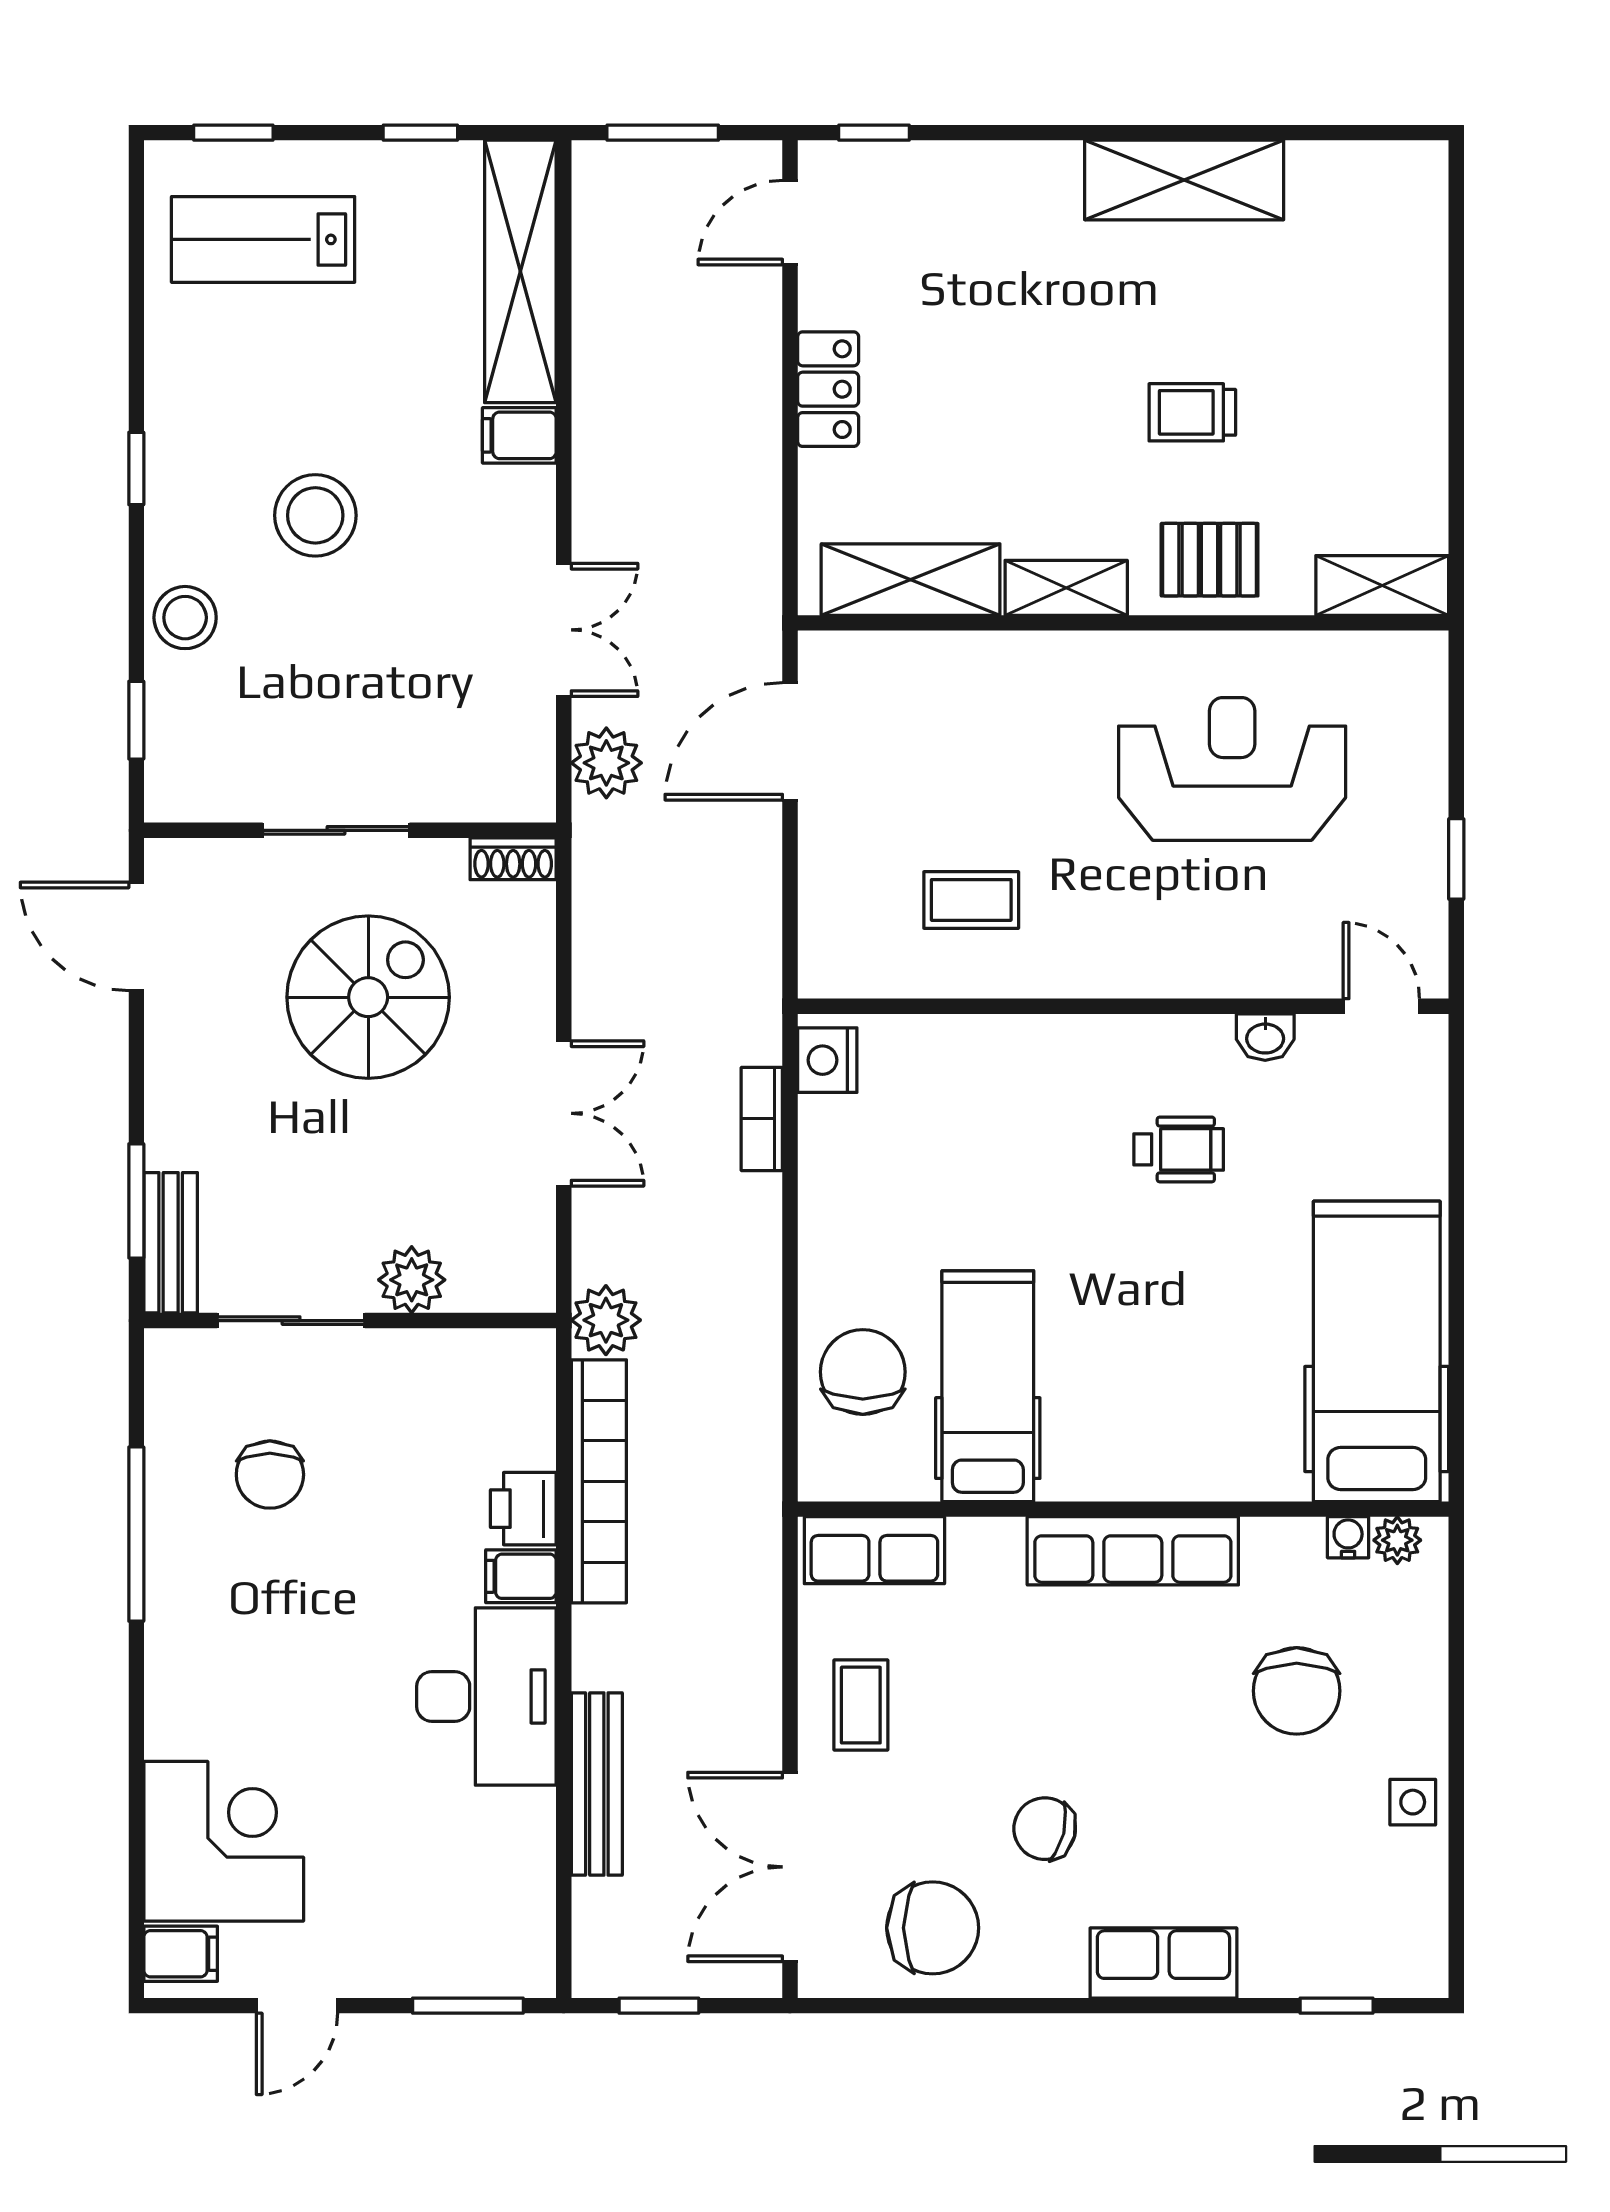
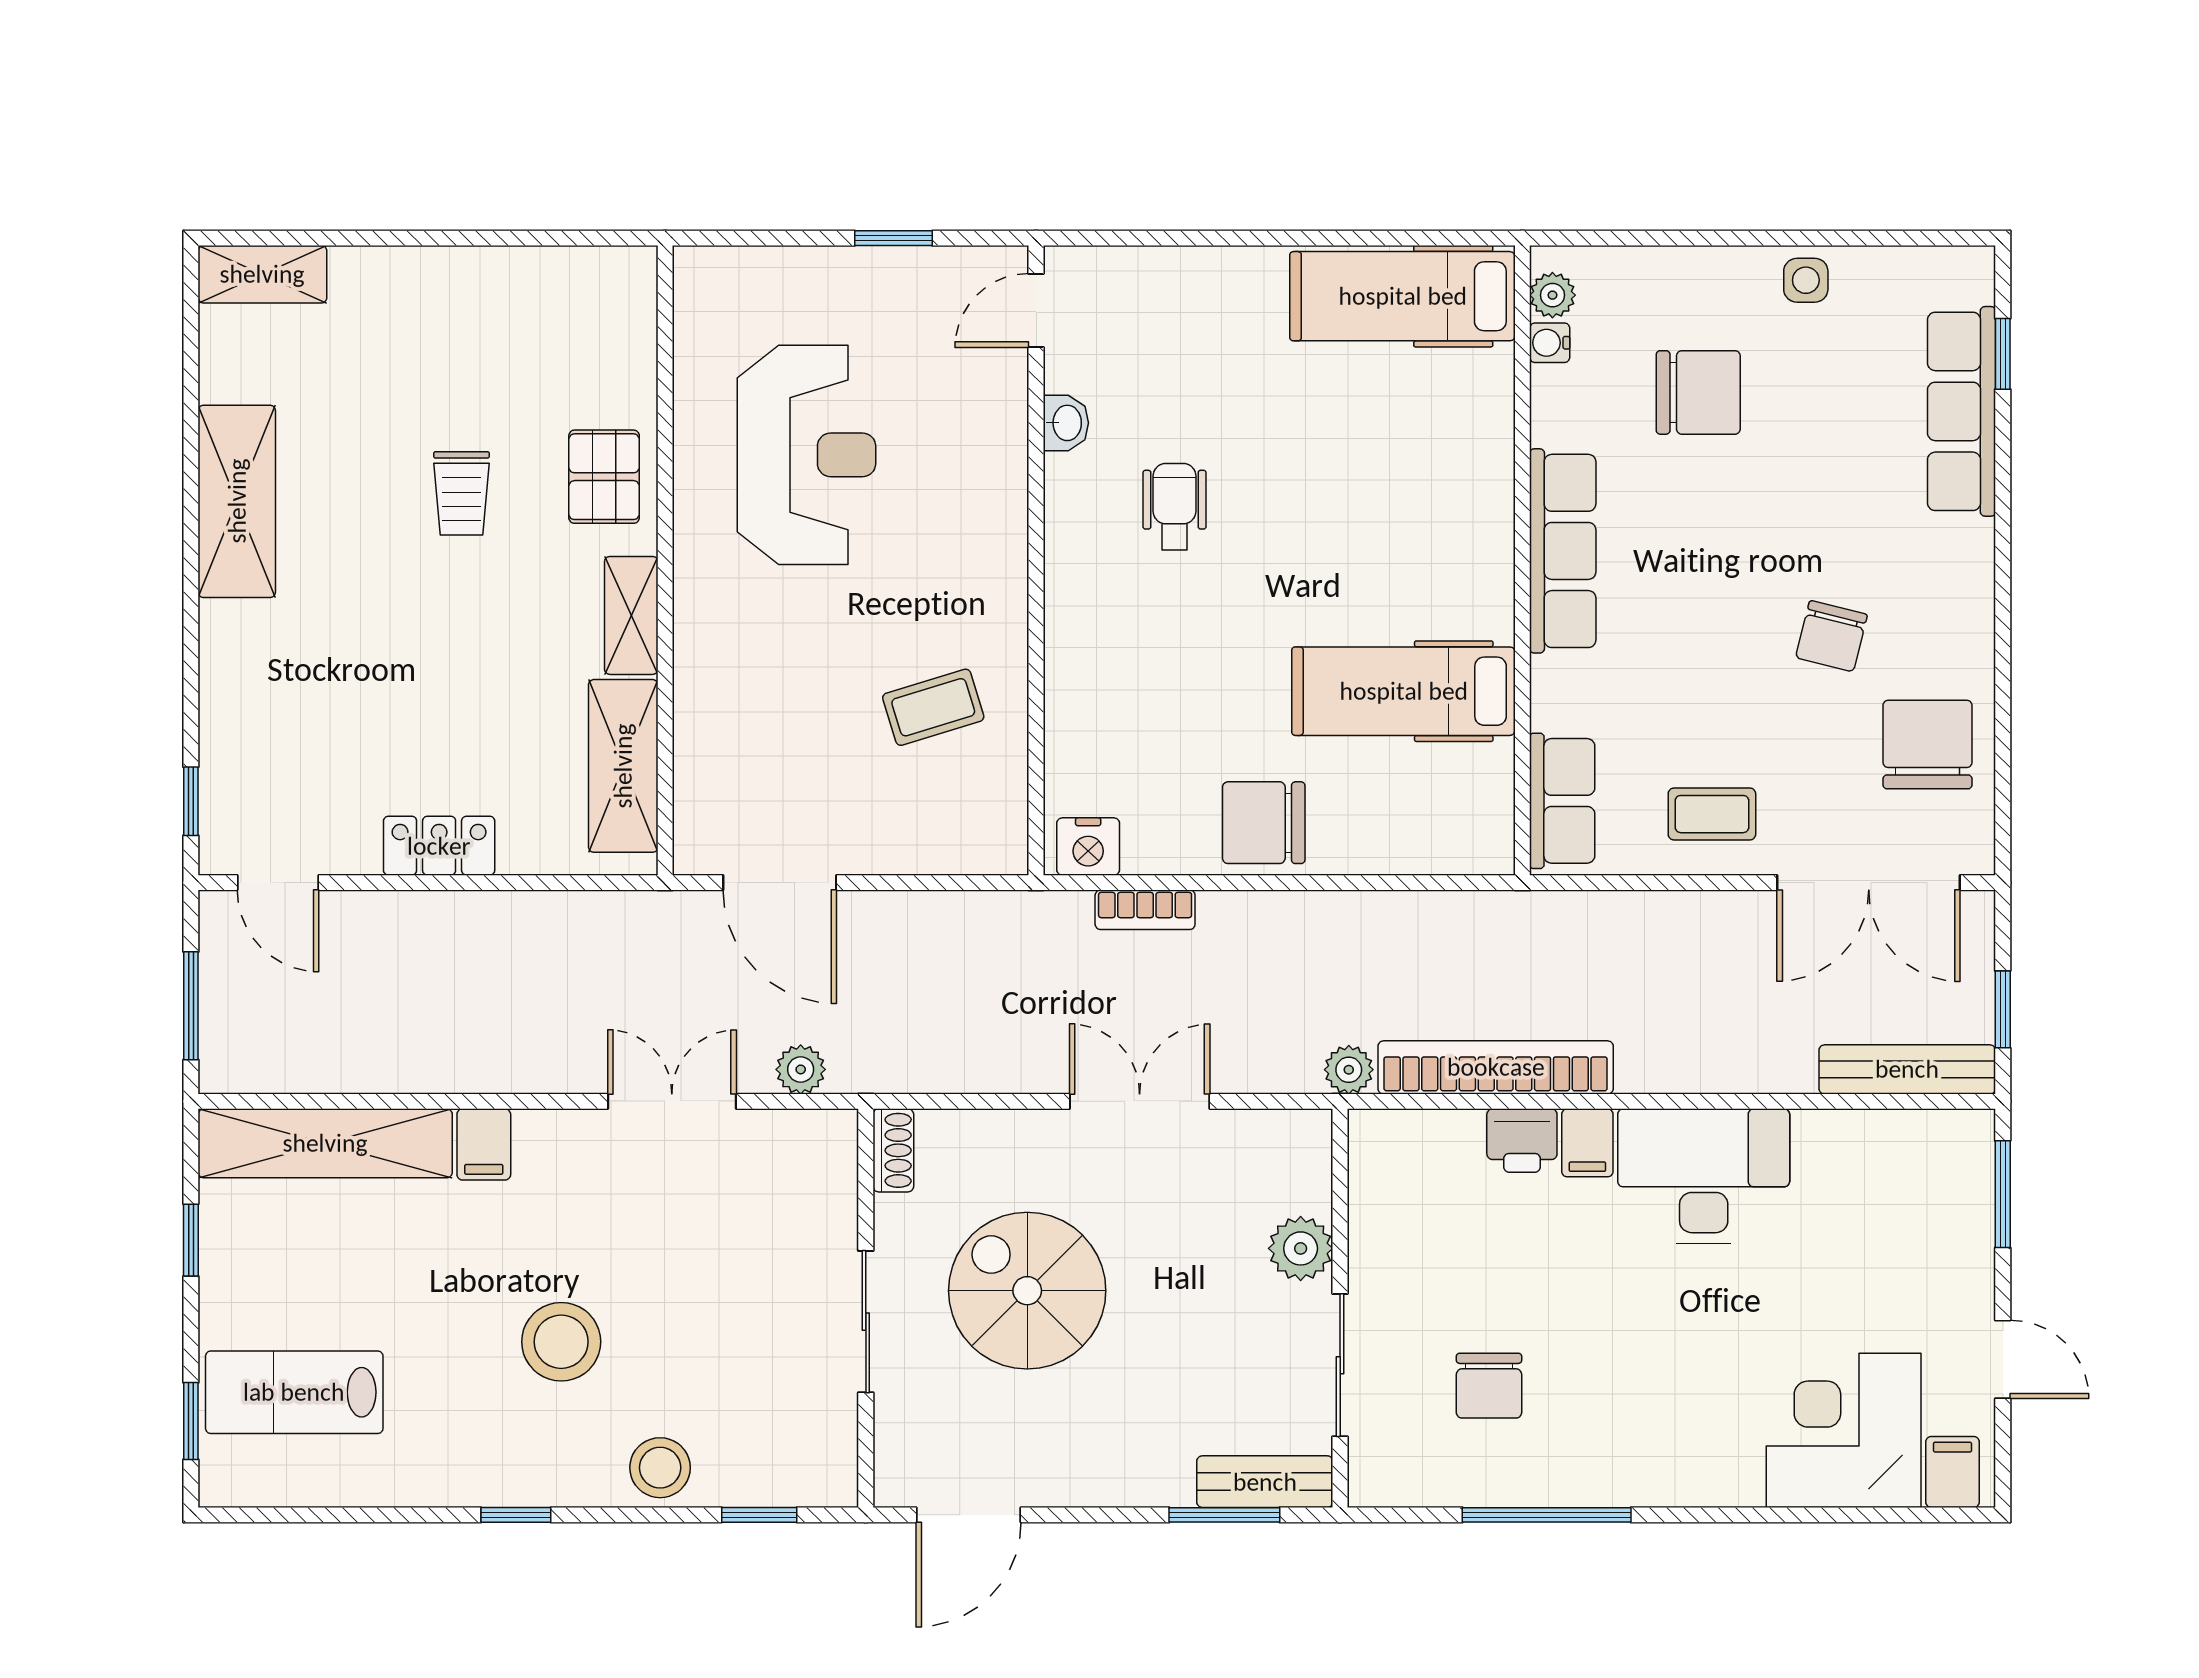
lab bench: (263, 239) -> (294, 1392), turned 90
shelving: (1382, 585) -> (262, 274), moved, turned 90
plant: (606, 763) -> (801, 1069), width x0.73, depth x0.73
reception desk: (1232, 769) -> (806, 455), turned 180
coffee table: (971, 900) -> (933, 707), turned 73
plant: (606, 1320) -> (1349, 1070), width x0.73, depth x0.73
hospital bed: (1377, 1351) -> (1403, 296), width x0.73, depth x0.78
chair: (863, 1372) -> (1264, 823), moved
chair: (270, 1475) -> (1489, 1386), turned 90
bench: (597, 1784) -> (1907, 1069), moved
row of seats: (1163, 1963) -> (1961, 411), moved, width x1.48

